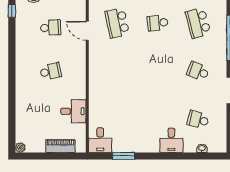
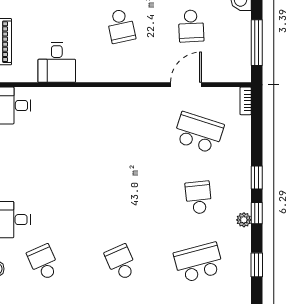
school desk: (117, 23) -> (199, 133), turned 30
school desk: (198, 71) -> (121, 262), turned -45
school desk: (198, 120) -> (43, 262), turned -39

